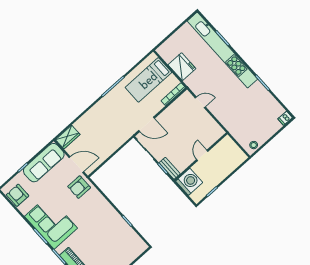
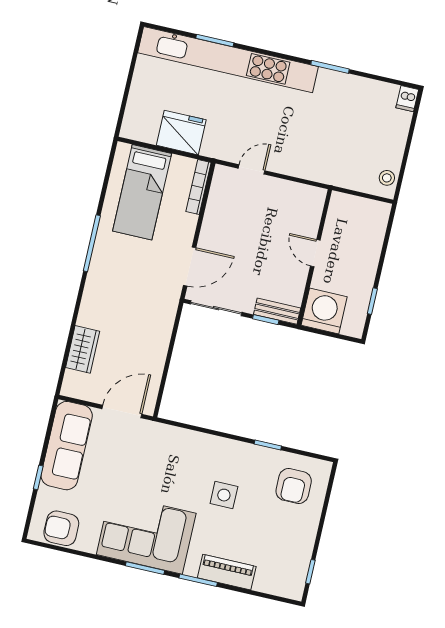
wardrobe: (68, 137) -> (83, 349), moved
armchair: (79, 187) -> (294, 486), moved
side table: (94, 229) -> (224, 495), added

